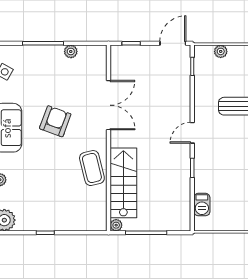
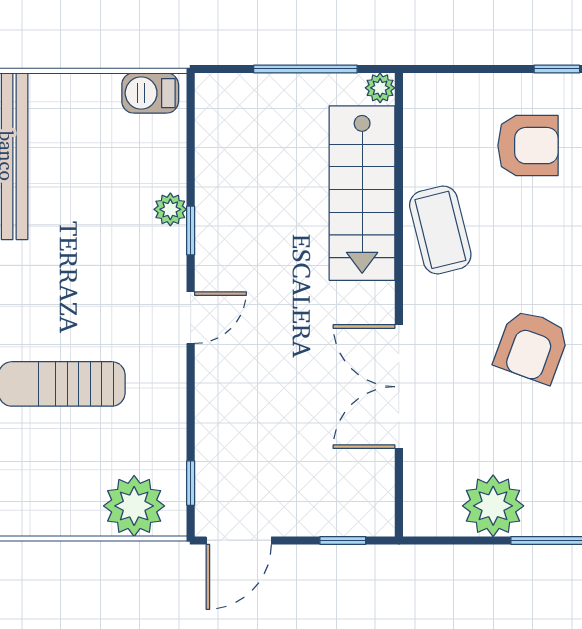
plant: (71, 51) -> (493, 506), width x1.87, depth x1.87
plant: (221, 51) -> (134, 506), width x1.87, depth x1.87
plant: (200, 176) -> (170, 209), added
armchair: (57, 202) -> (528, 146), added
barbecue: (202, 205) -> (150, 93), moved, turned -90

